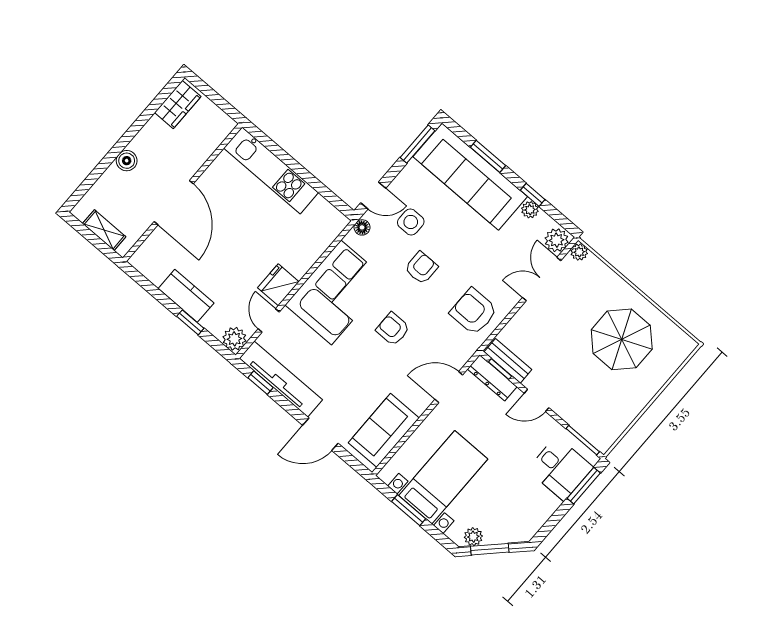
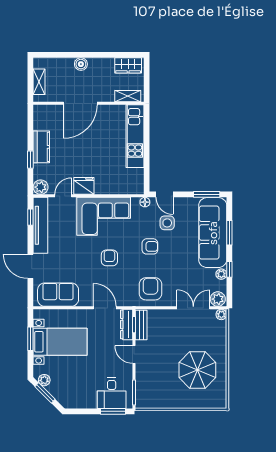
shelving: (215, 137) -> (128, 96), added

